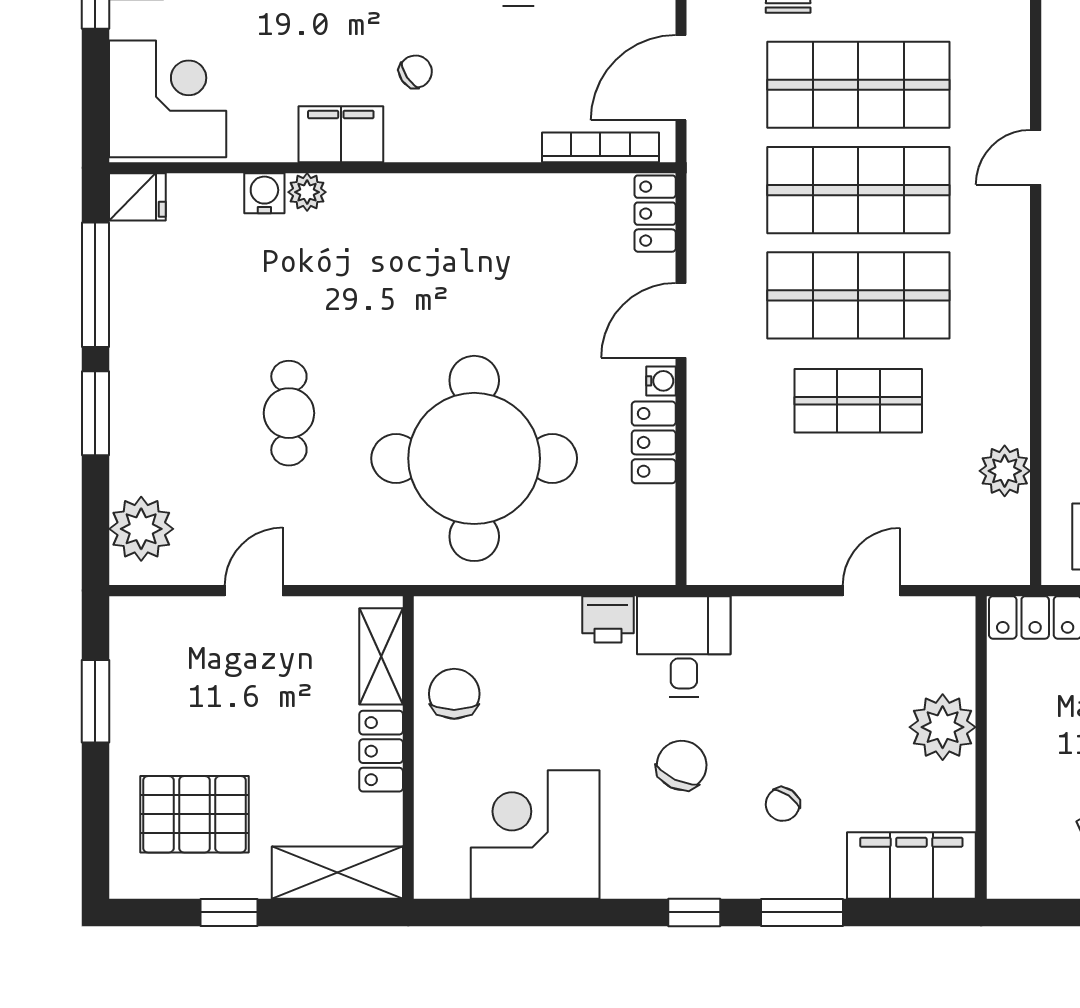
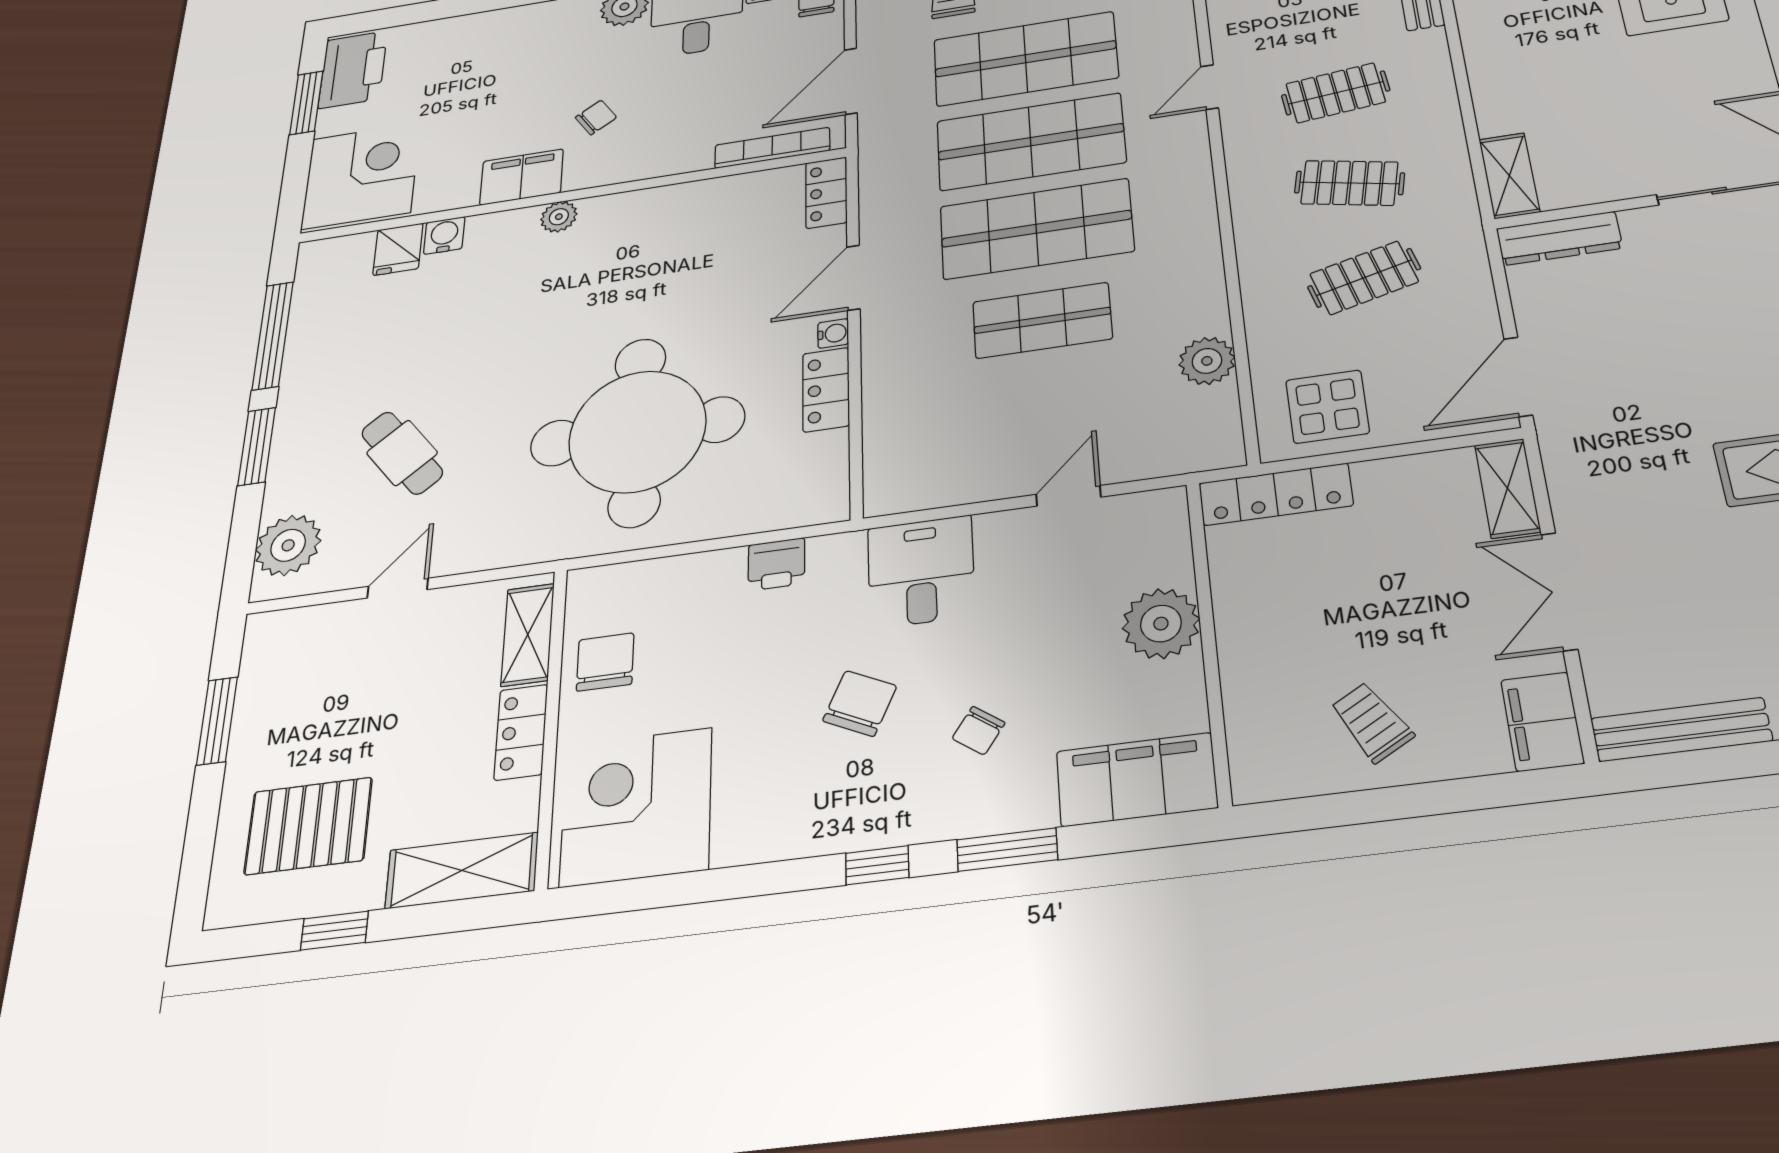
plant: (307, 192) -> (559, 217), moved
fridge: (137, 197) -> (398, 249), moved, turned 90
cafe table: (289, 413) -> (402, 453), moved, turned -38
desk: (684, 646) -> (921, 572), moved
corner desk: (535, 835) -> (636, 807), moved

